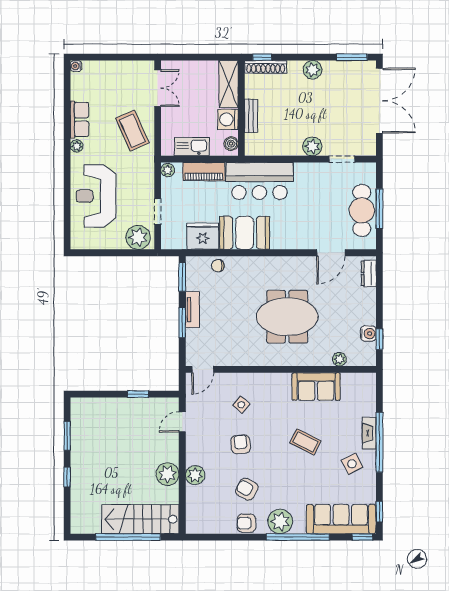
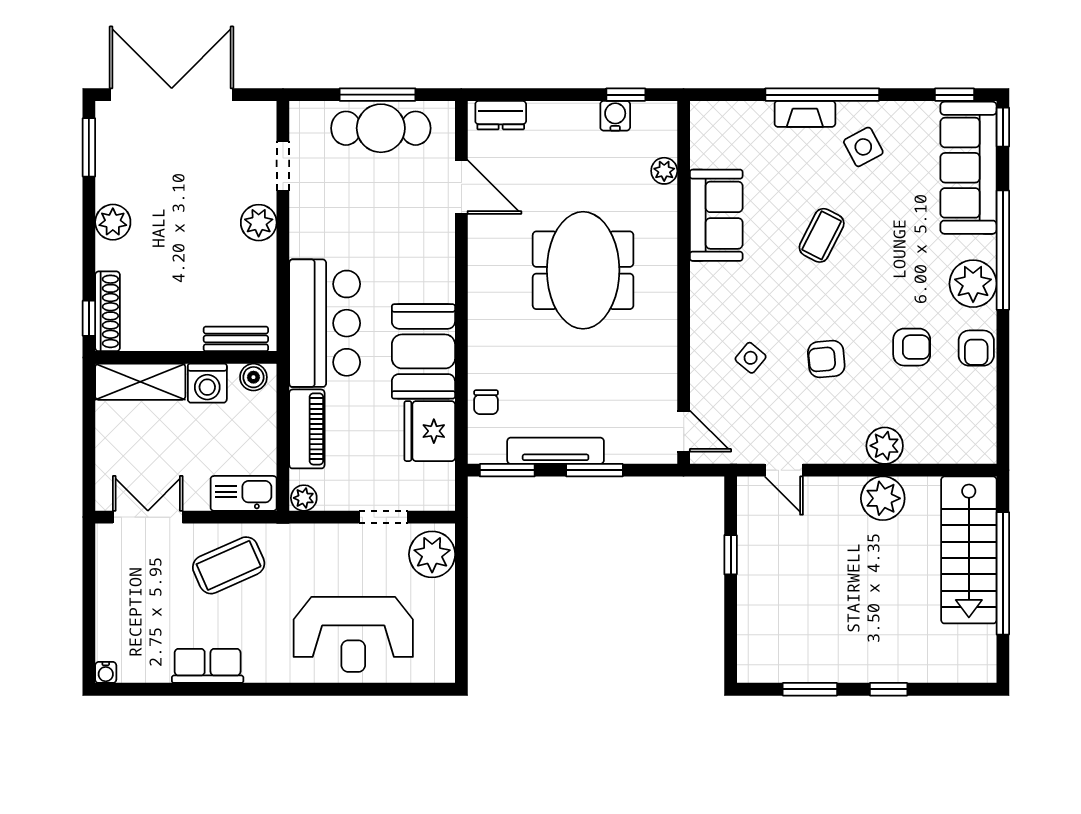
bench: (251, 116) -> (236, 339), moved
plant: (77, 146) -> (258, 671), removed
kitchen sink: (192, 147) -> (244, 493), moved, turned 90
tv unit: (192, 310) -> (556, 451), width x1.41
armchair: (247, 489) -> (912, 347), turned -119

